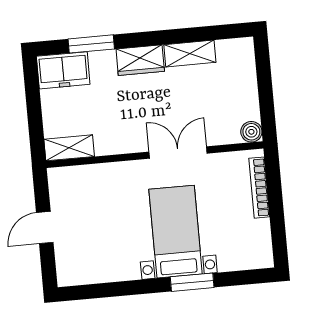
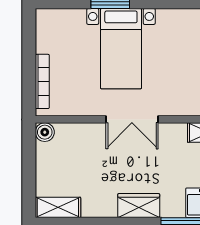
shelving: (190, 54) -> (58, 207), moved
double door: (178, 153) -> (132, 119), moved

